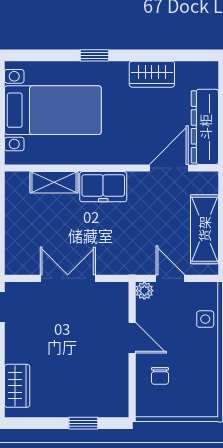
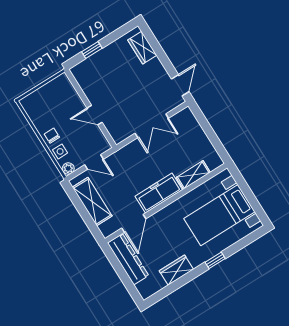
freezer: (103, 187) -> (159, 193), width x1.40
plant: (144, 291) -> (68, 169), moved
chair: (160, 376) -> (52, 136), moved

